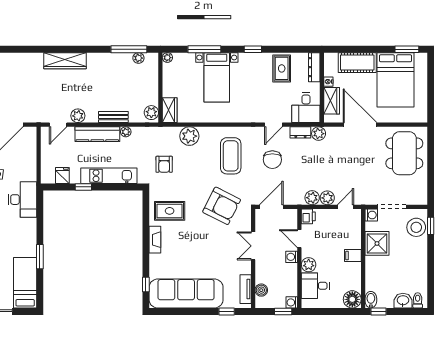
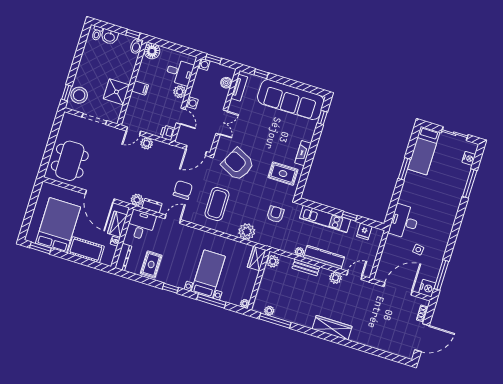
plant: (312, 198) -> (159, 147), removed
washing machine: (371, 215) -> (114, 117), removed

